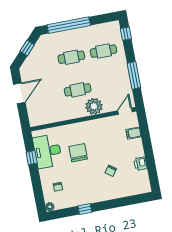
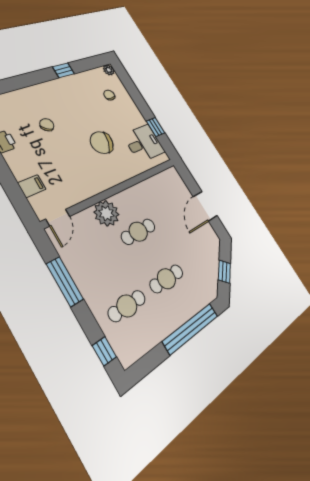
desk: (48, 151) -> (144, 143), width x0.73
chair: (78, 153) -> (102, 143), turned 108

